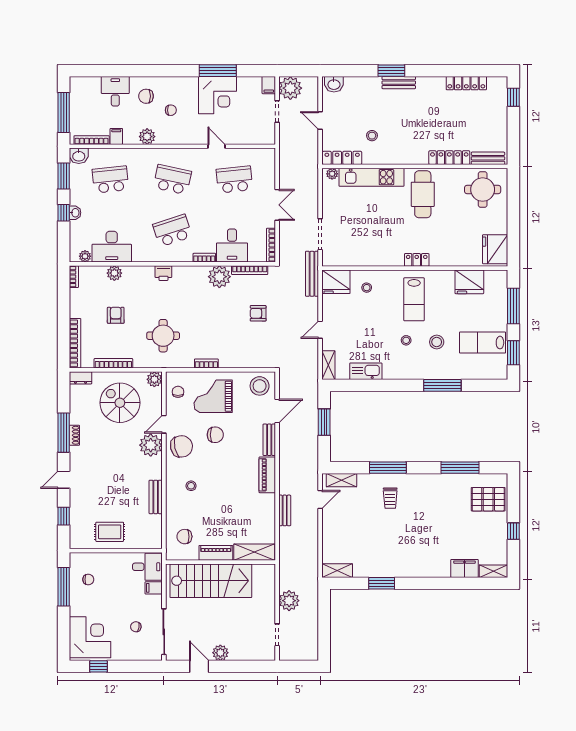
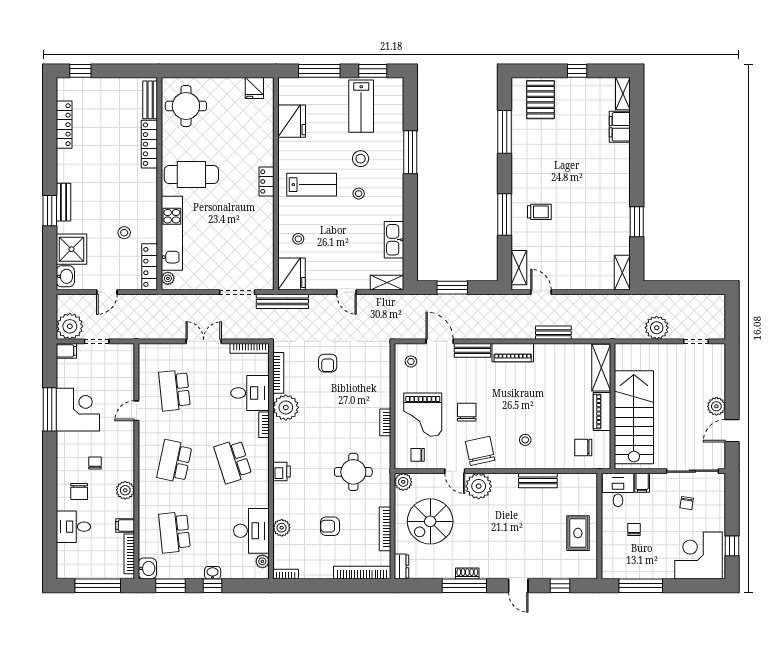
shower: (358, 90) -> (71, 249), added
fridge: (495, 249) -> (254, 88), width x0.53, depth x0.75
stool: (260, 386) -> (411, 361), width x0.53, depth x0.53
chair: (184, 537) -> (583, 447), turned 90
chair: (88, 579) -> (634, 530), moved

